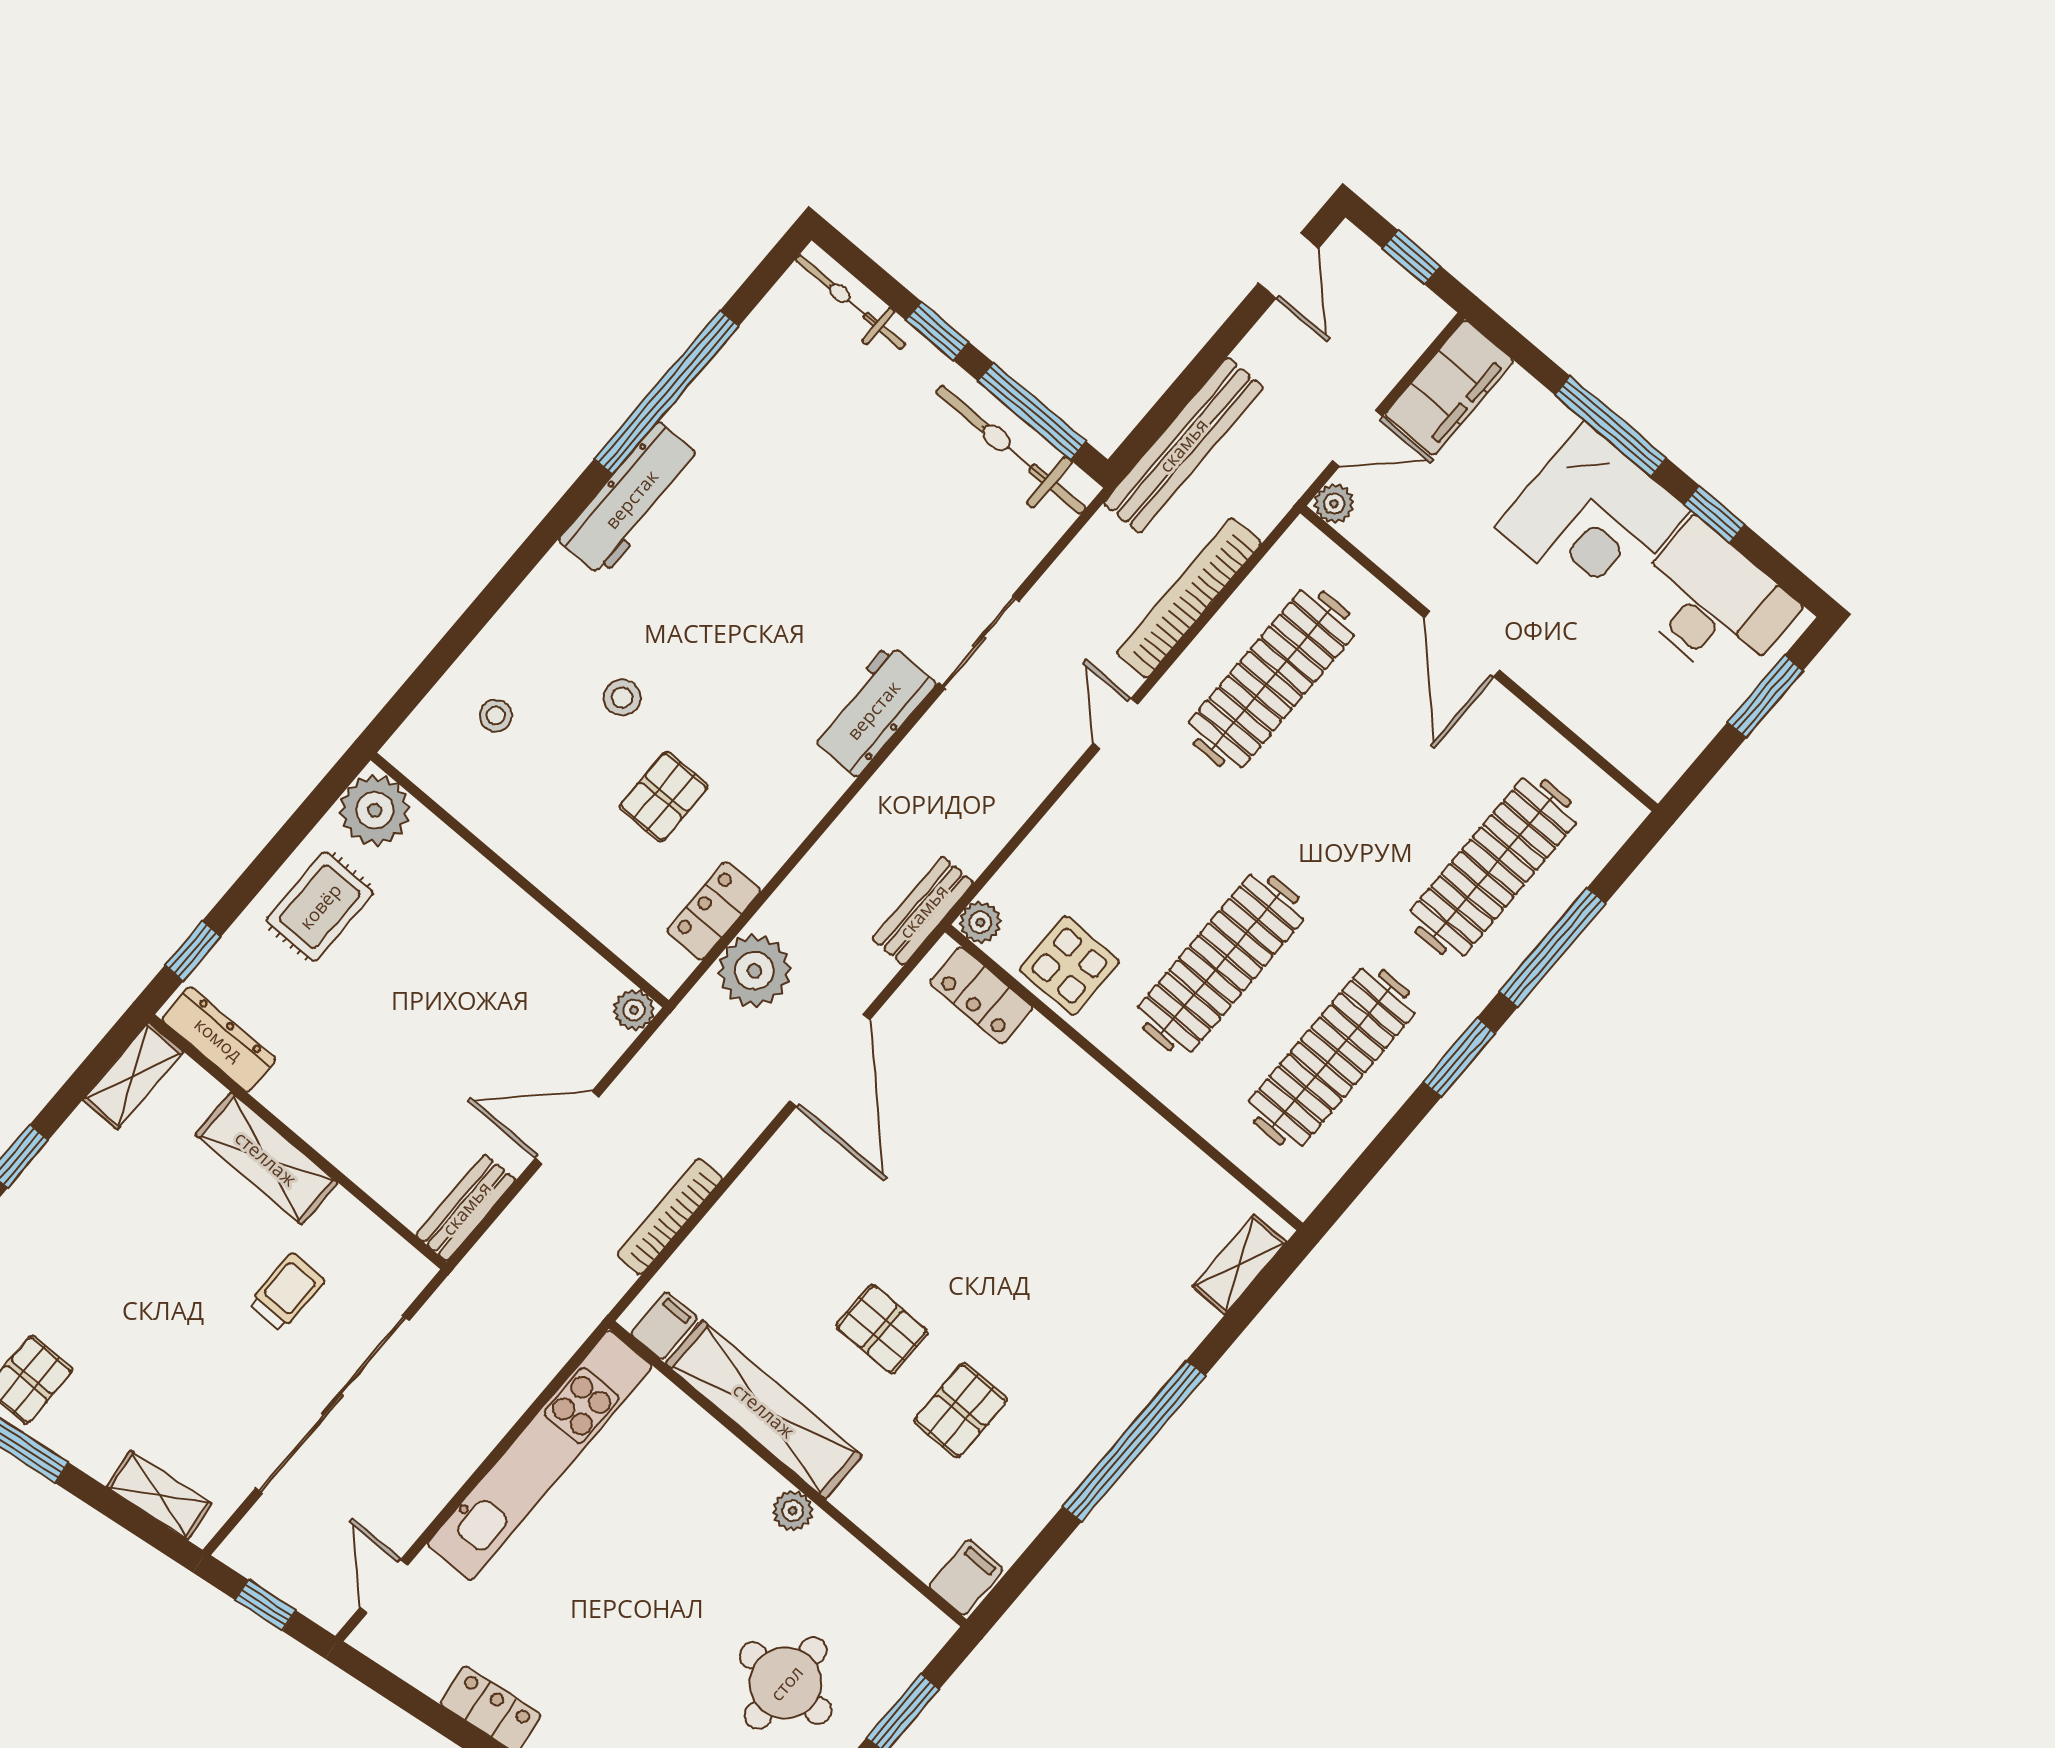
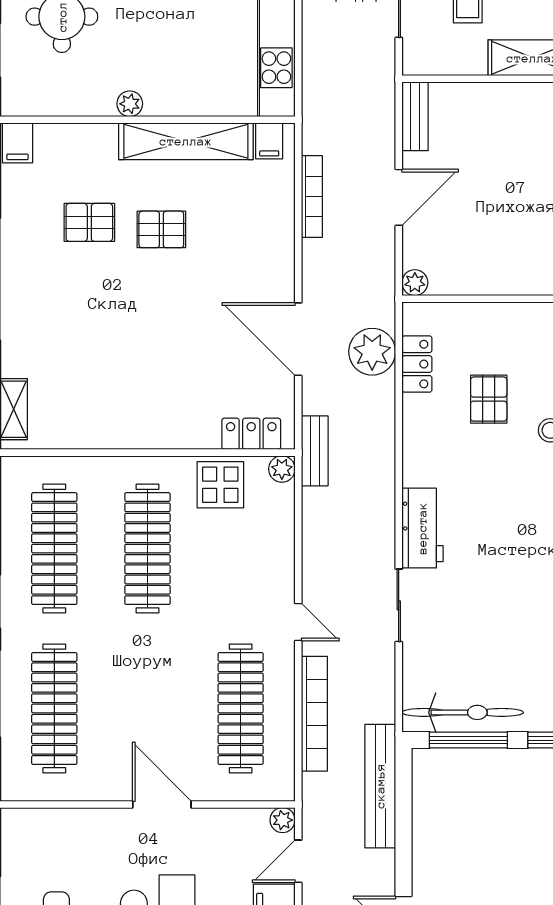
pallet: (961, 1410) -> (89, 222), turned 90

